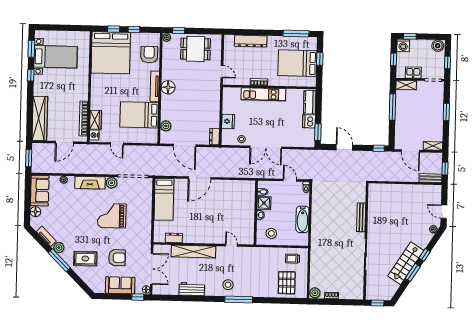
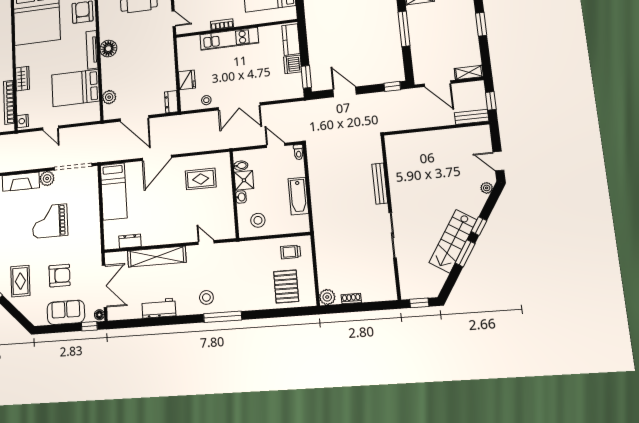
wardrobe: (96, 120) -> (22, 79), moved
rug: (232, 198) -> (201, 179), added
rug: (85, 259) -> (20, 281), turned 90

